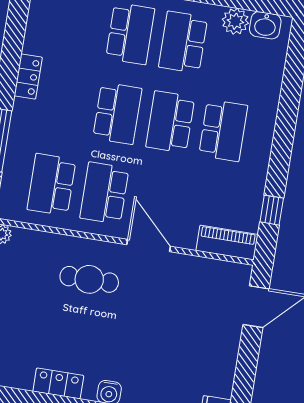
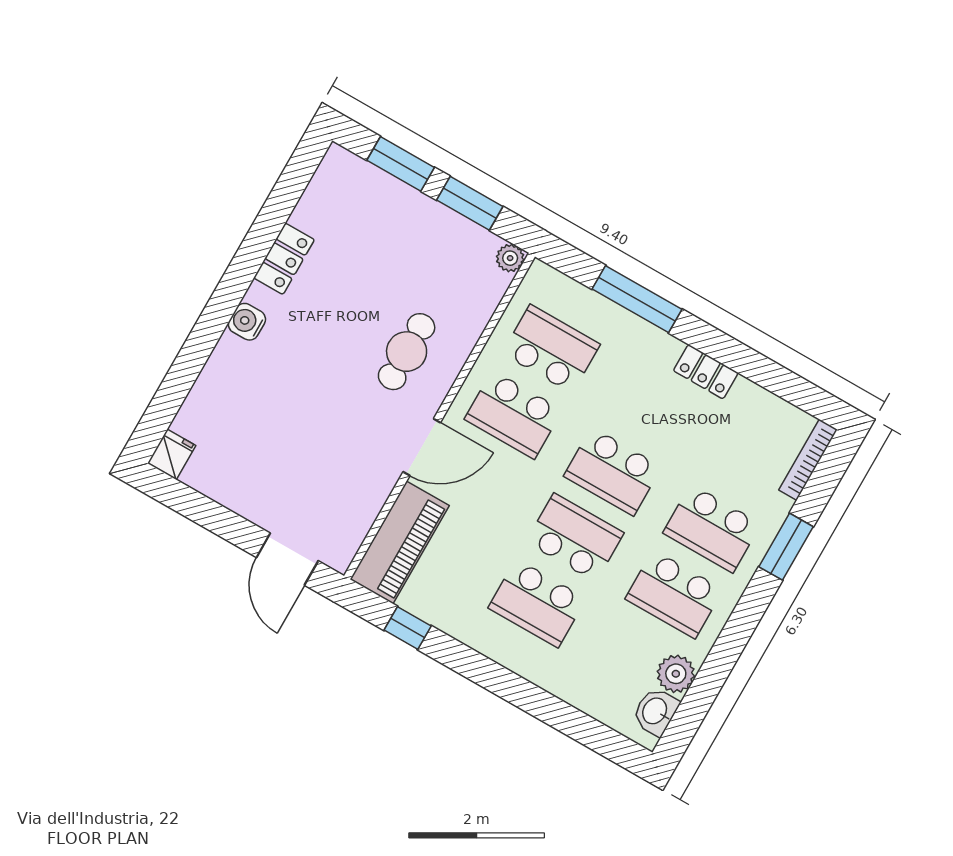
school desk: (183, 42) -> (674, 594), turned 180
school desk: (104, 193) -> (513, 415), turned 180
piano: (227, 243) -> (400, 542), width x1.37, depth x1.33

